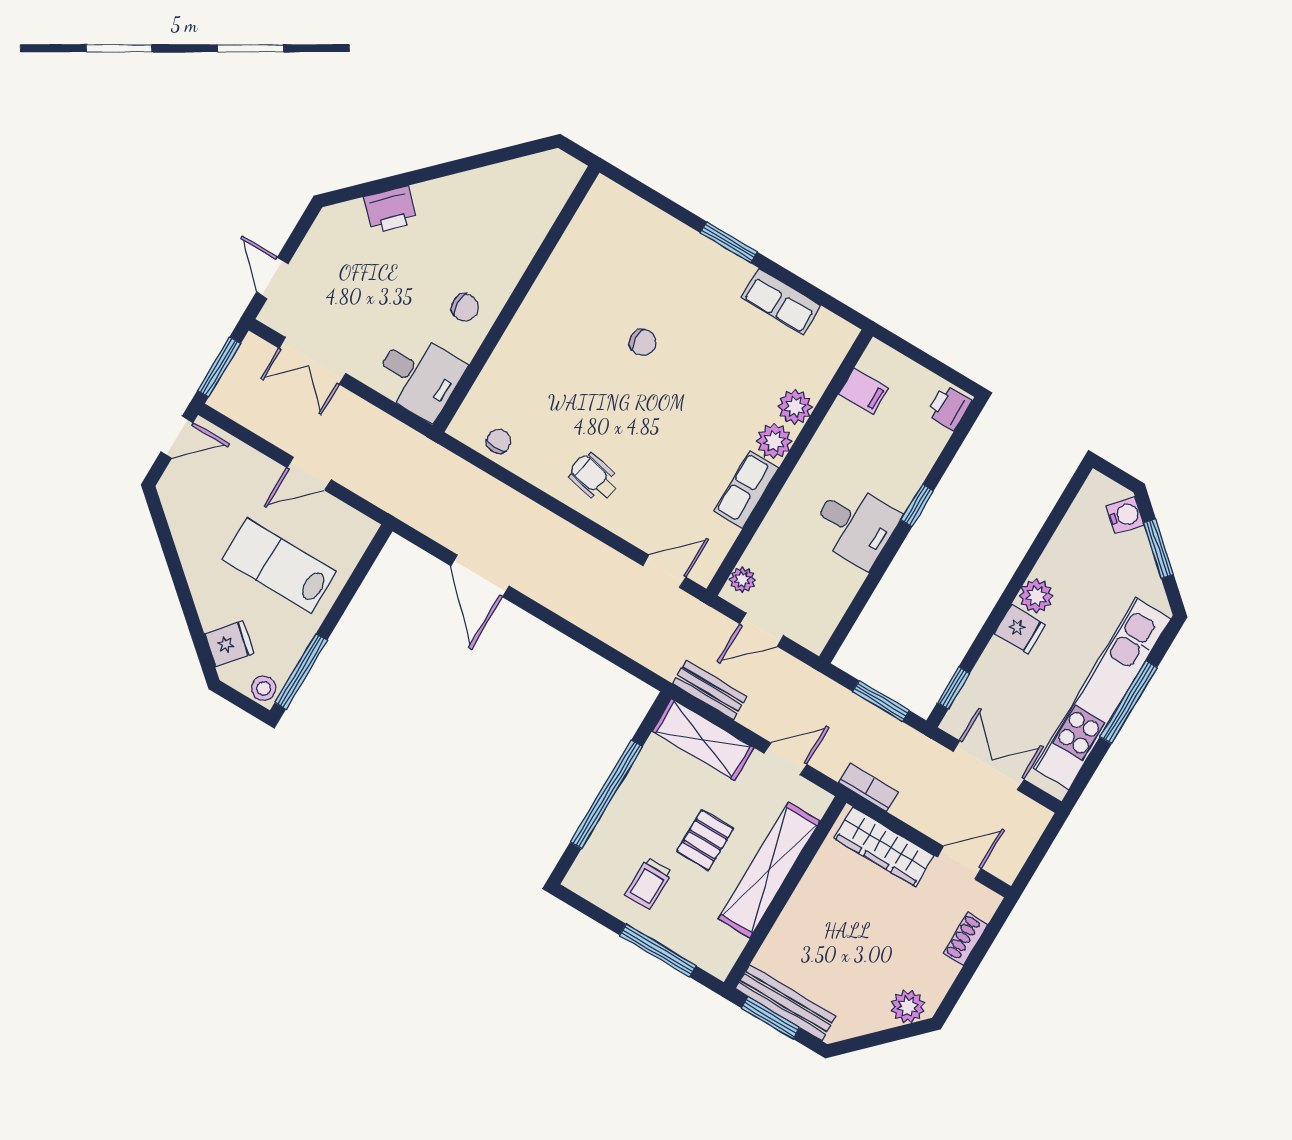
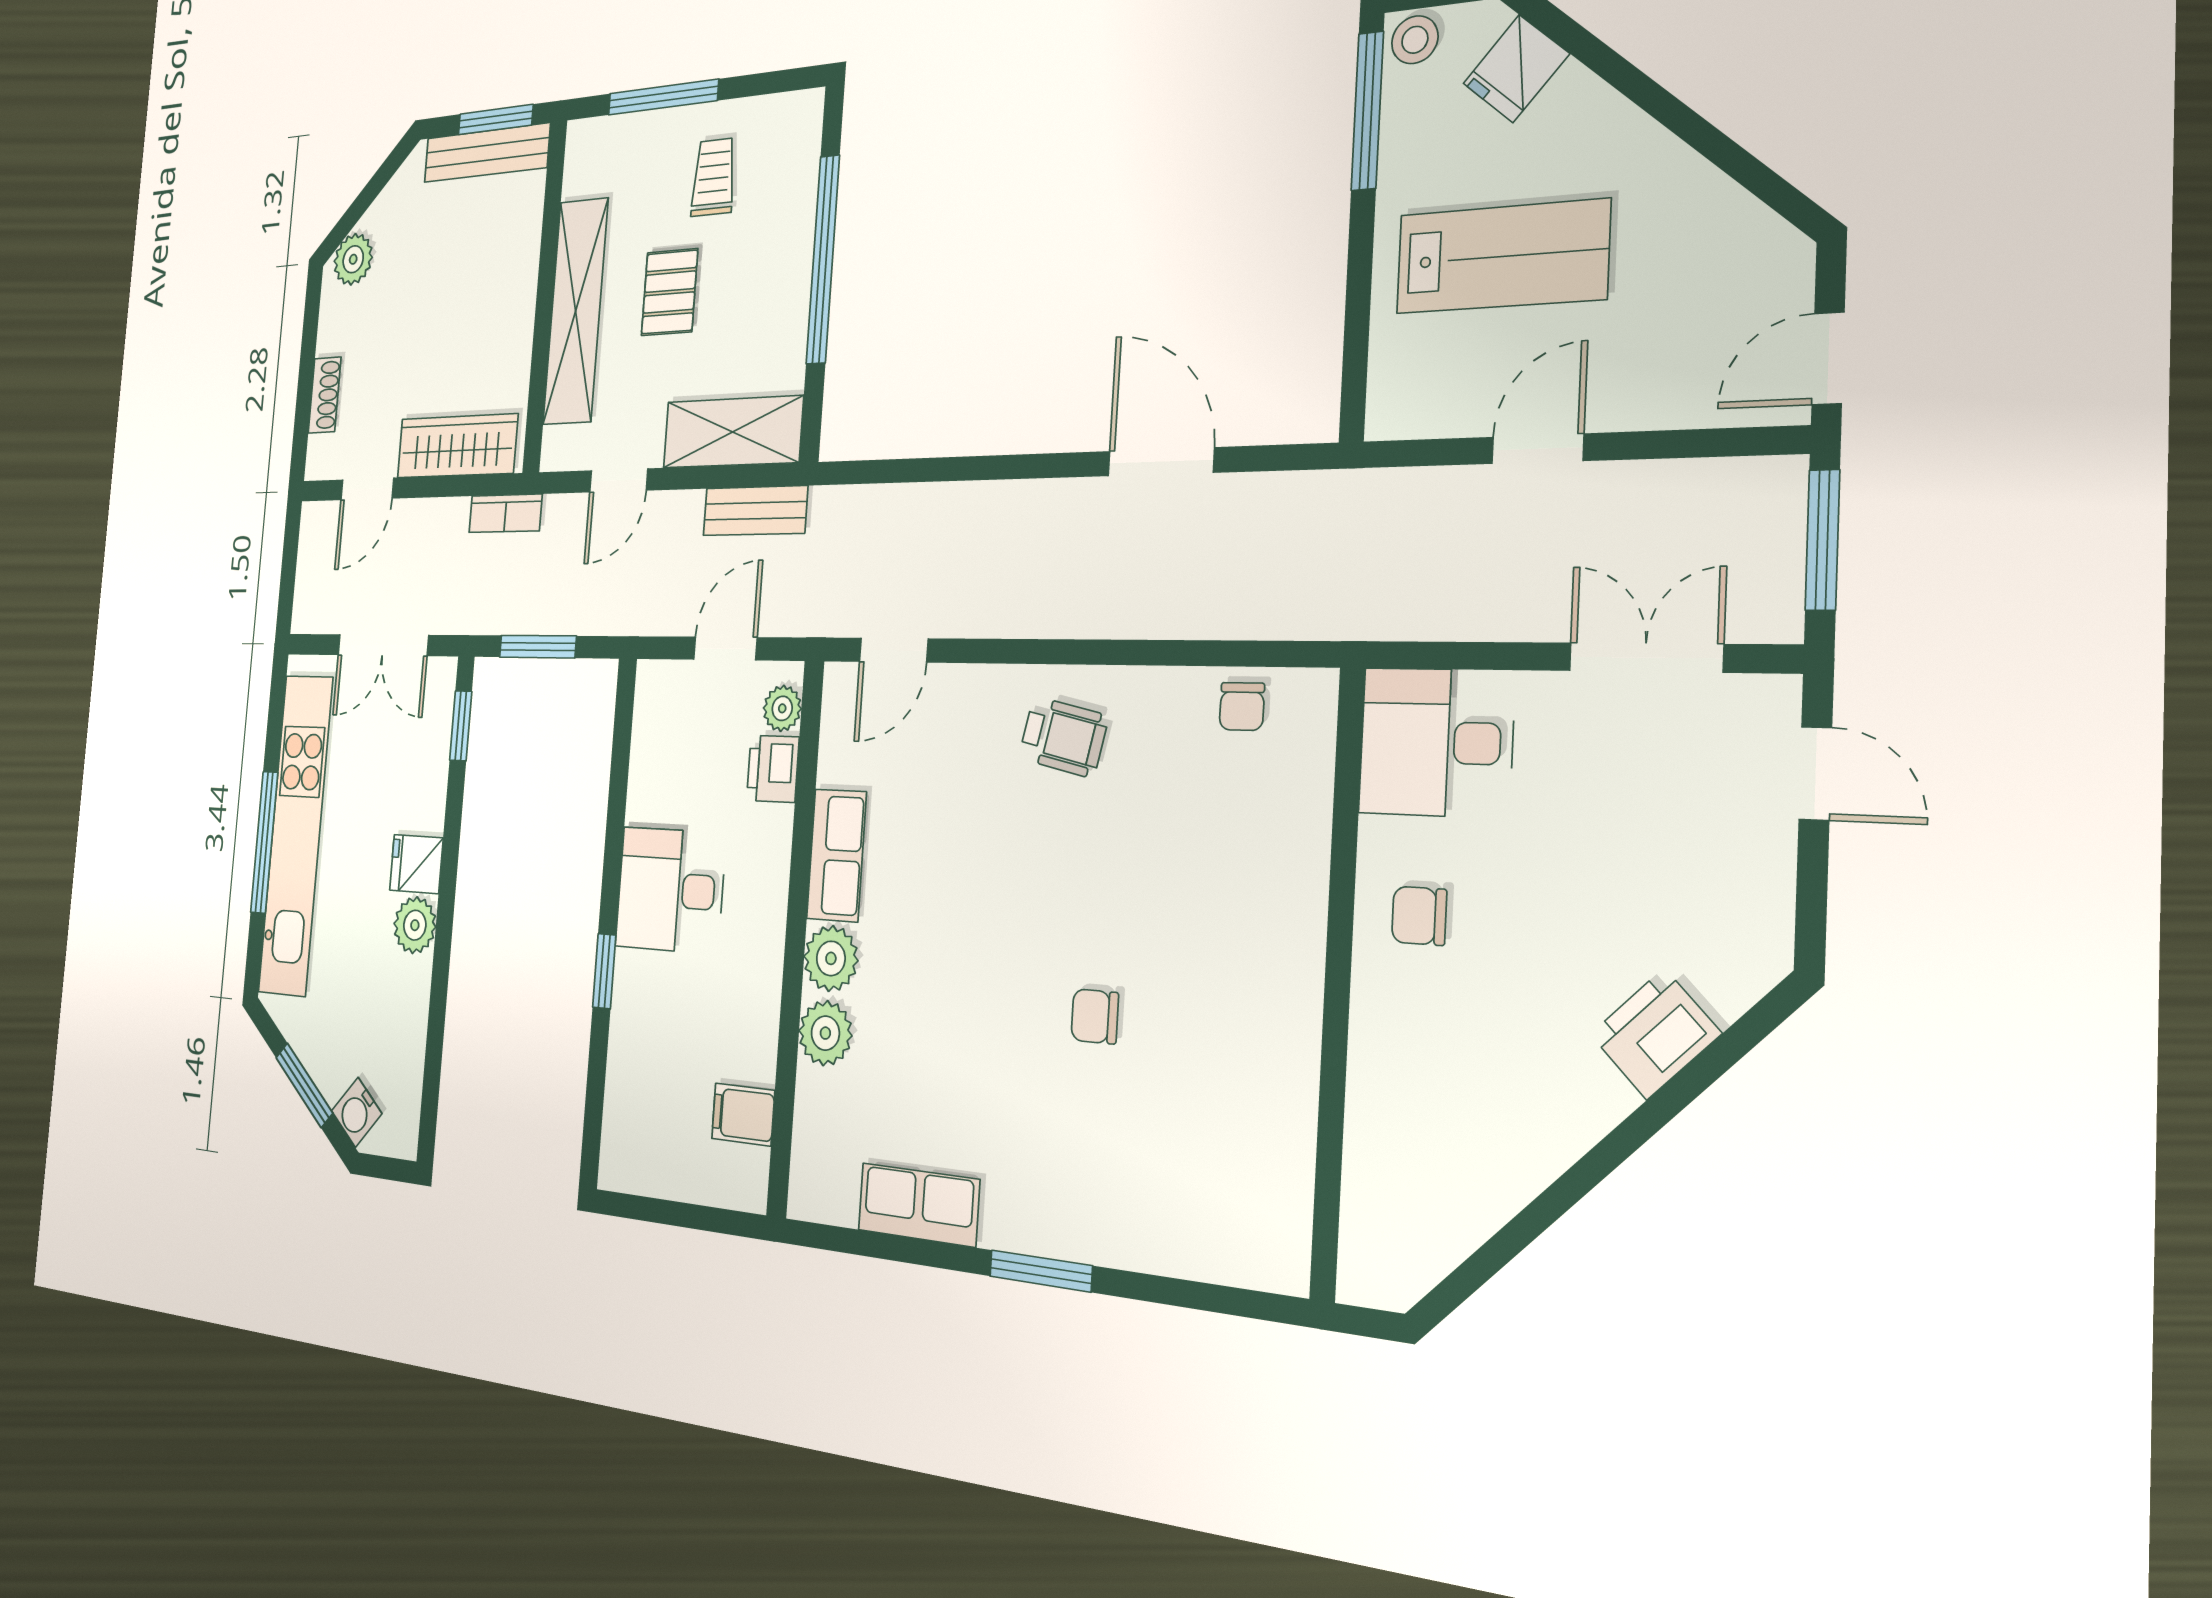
printer: (949, 408) -> (773, 769), moved, turned 180

